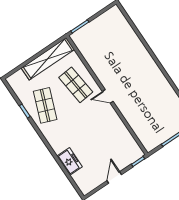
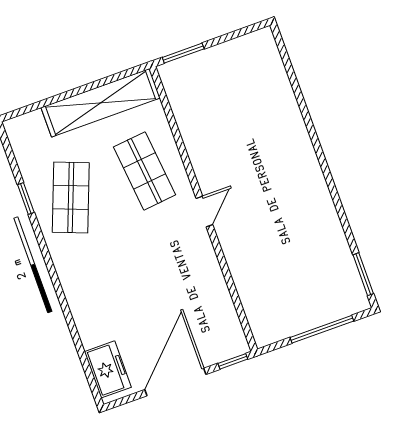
door: (108, 96) -> (204, 212), swing flipped
freezer: (70, 161) -> (108, 369), moved
door: (114, 178) -> (175, 382), width x1.87

